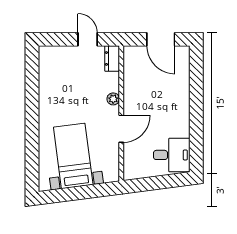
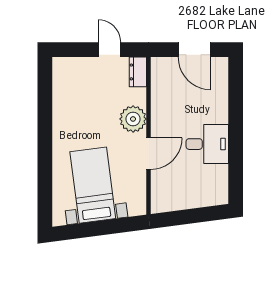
plant: (113, 99) -> (133, 119), width x1.88, depth x1.88
desk: (172, 155) -> (207, 144), moved

